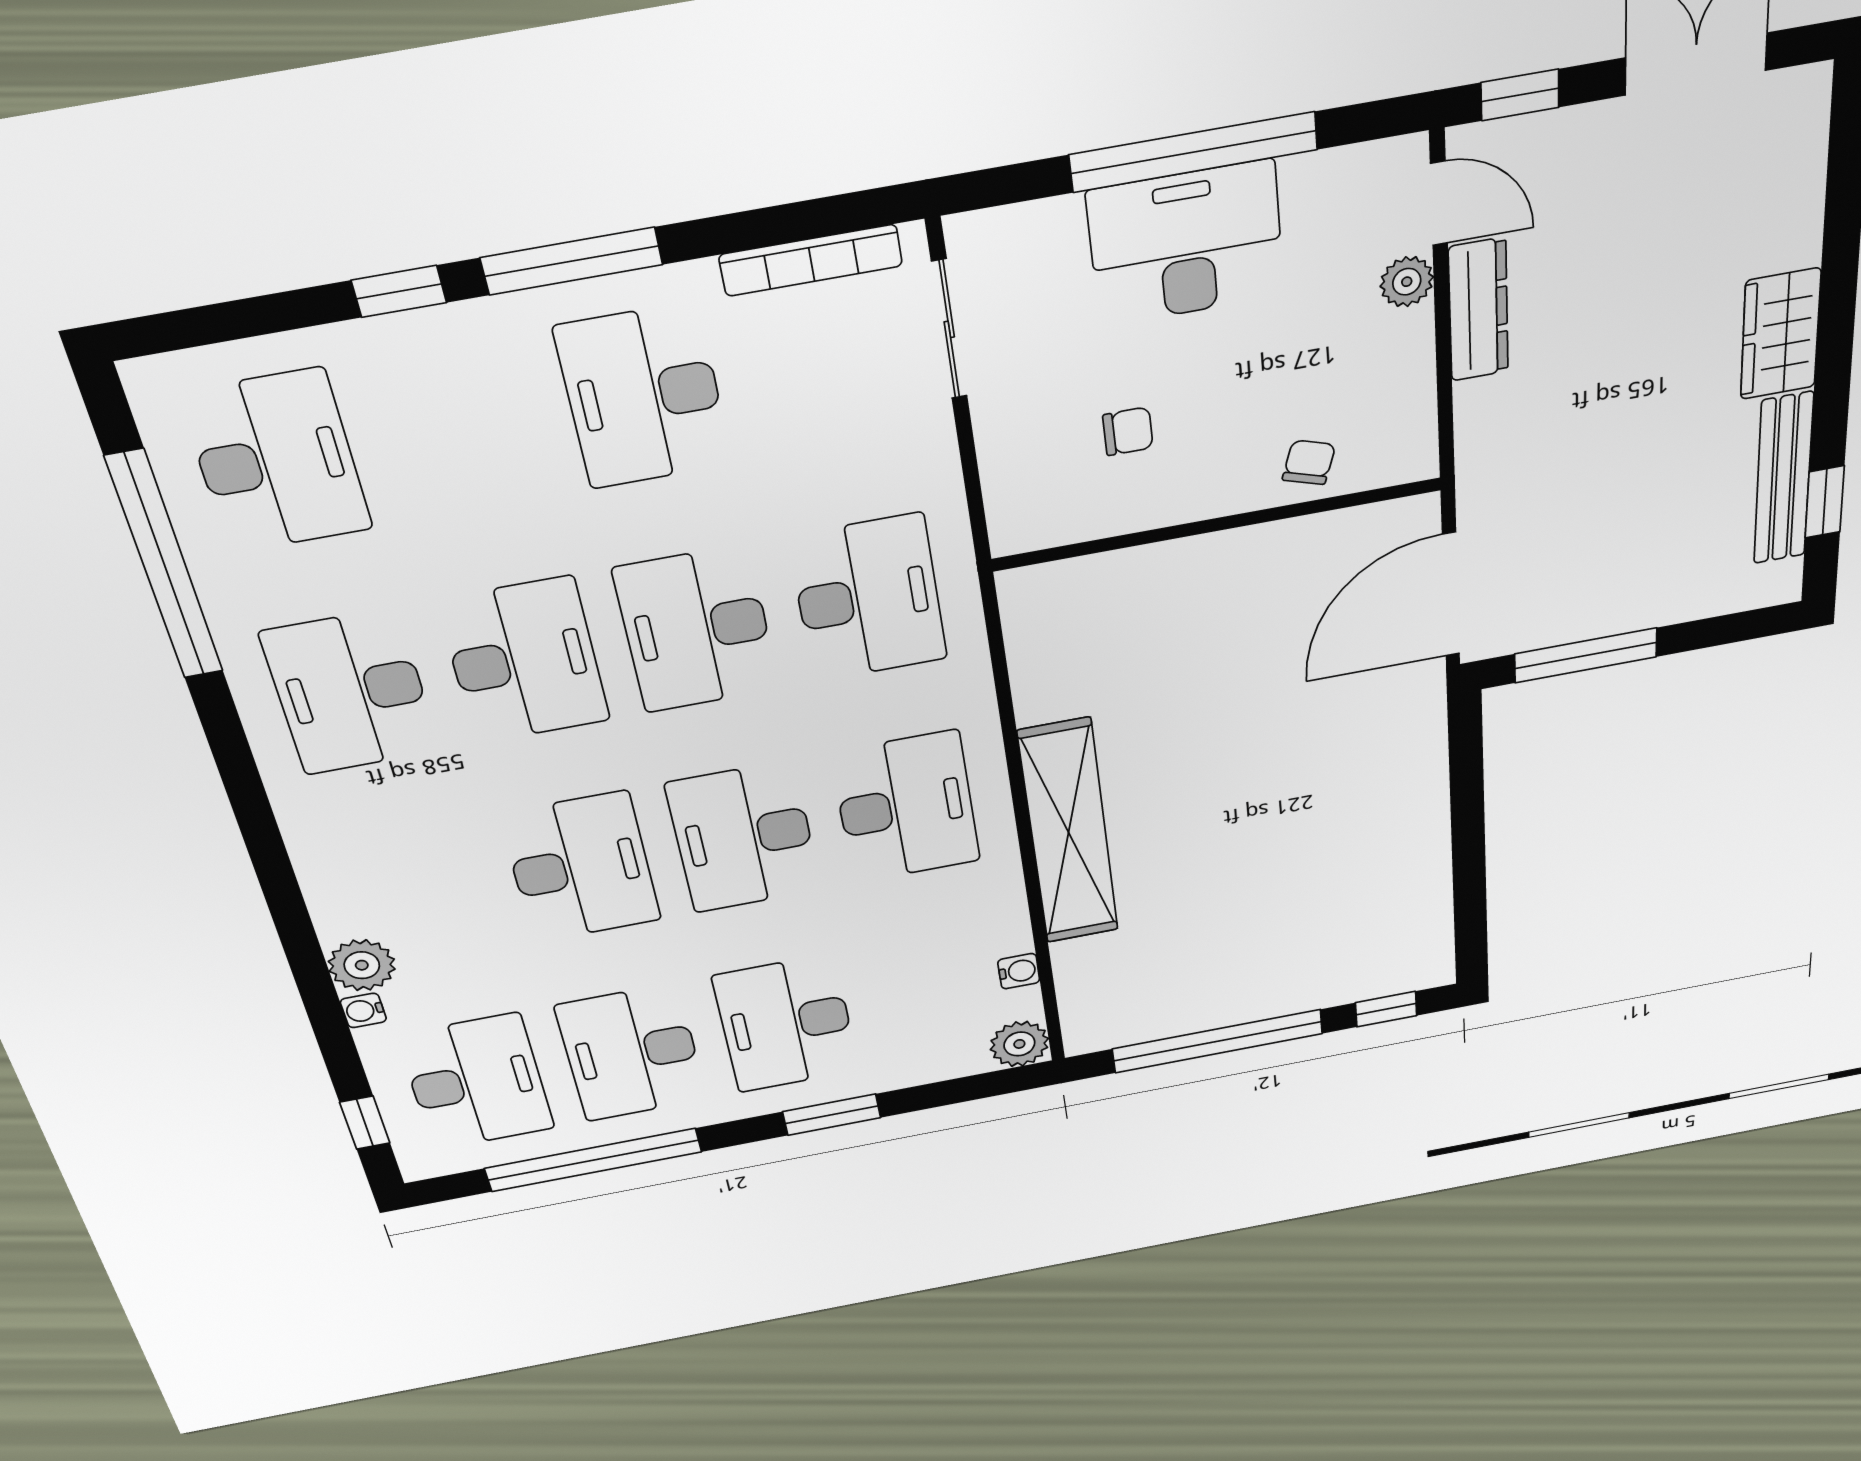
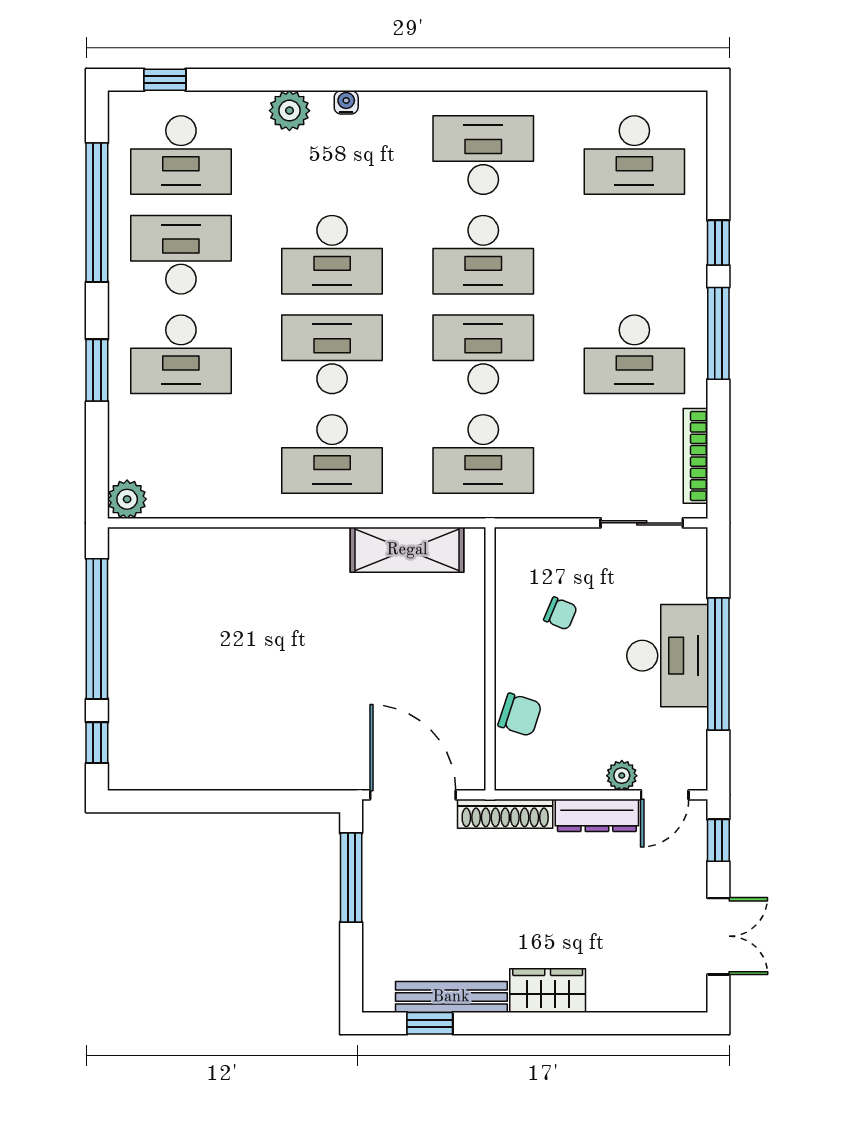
desk: (644, 396) -> (634, 354), turned 180
chair: (1128, 431) -> (560, 613), turned -67
shoe rack: (1479, 454) -> (505, 814), added
chair: (1309, 462) -> (520, 715), width x1.37, depth x1.37
window: (165, 566) -> (584, 80), removed
shelving: (1069, 832) -> (407, 550), moved, width x0.68
water cooler: (1019, 971) -> (188, 506), removed
water cooler: (363, 1010) -> (346, 102), moved
desk: (786, 1024) -> (181, 354), turned 180

